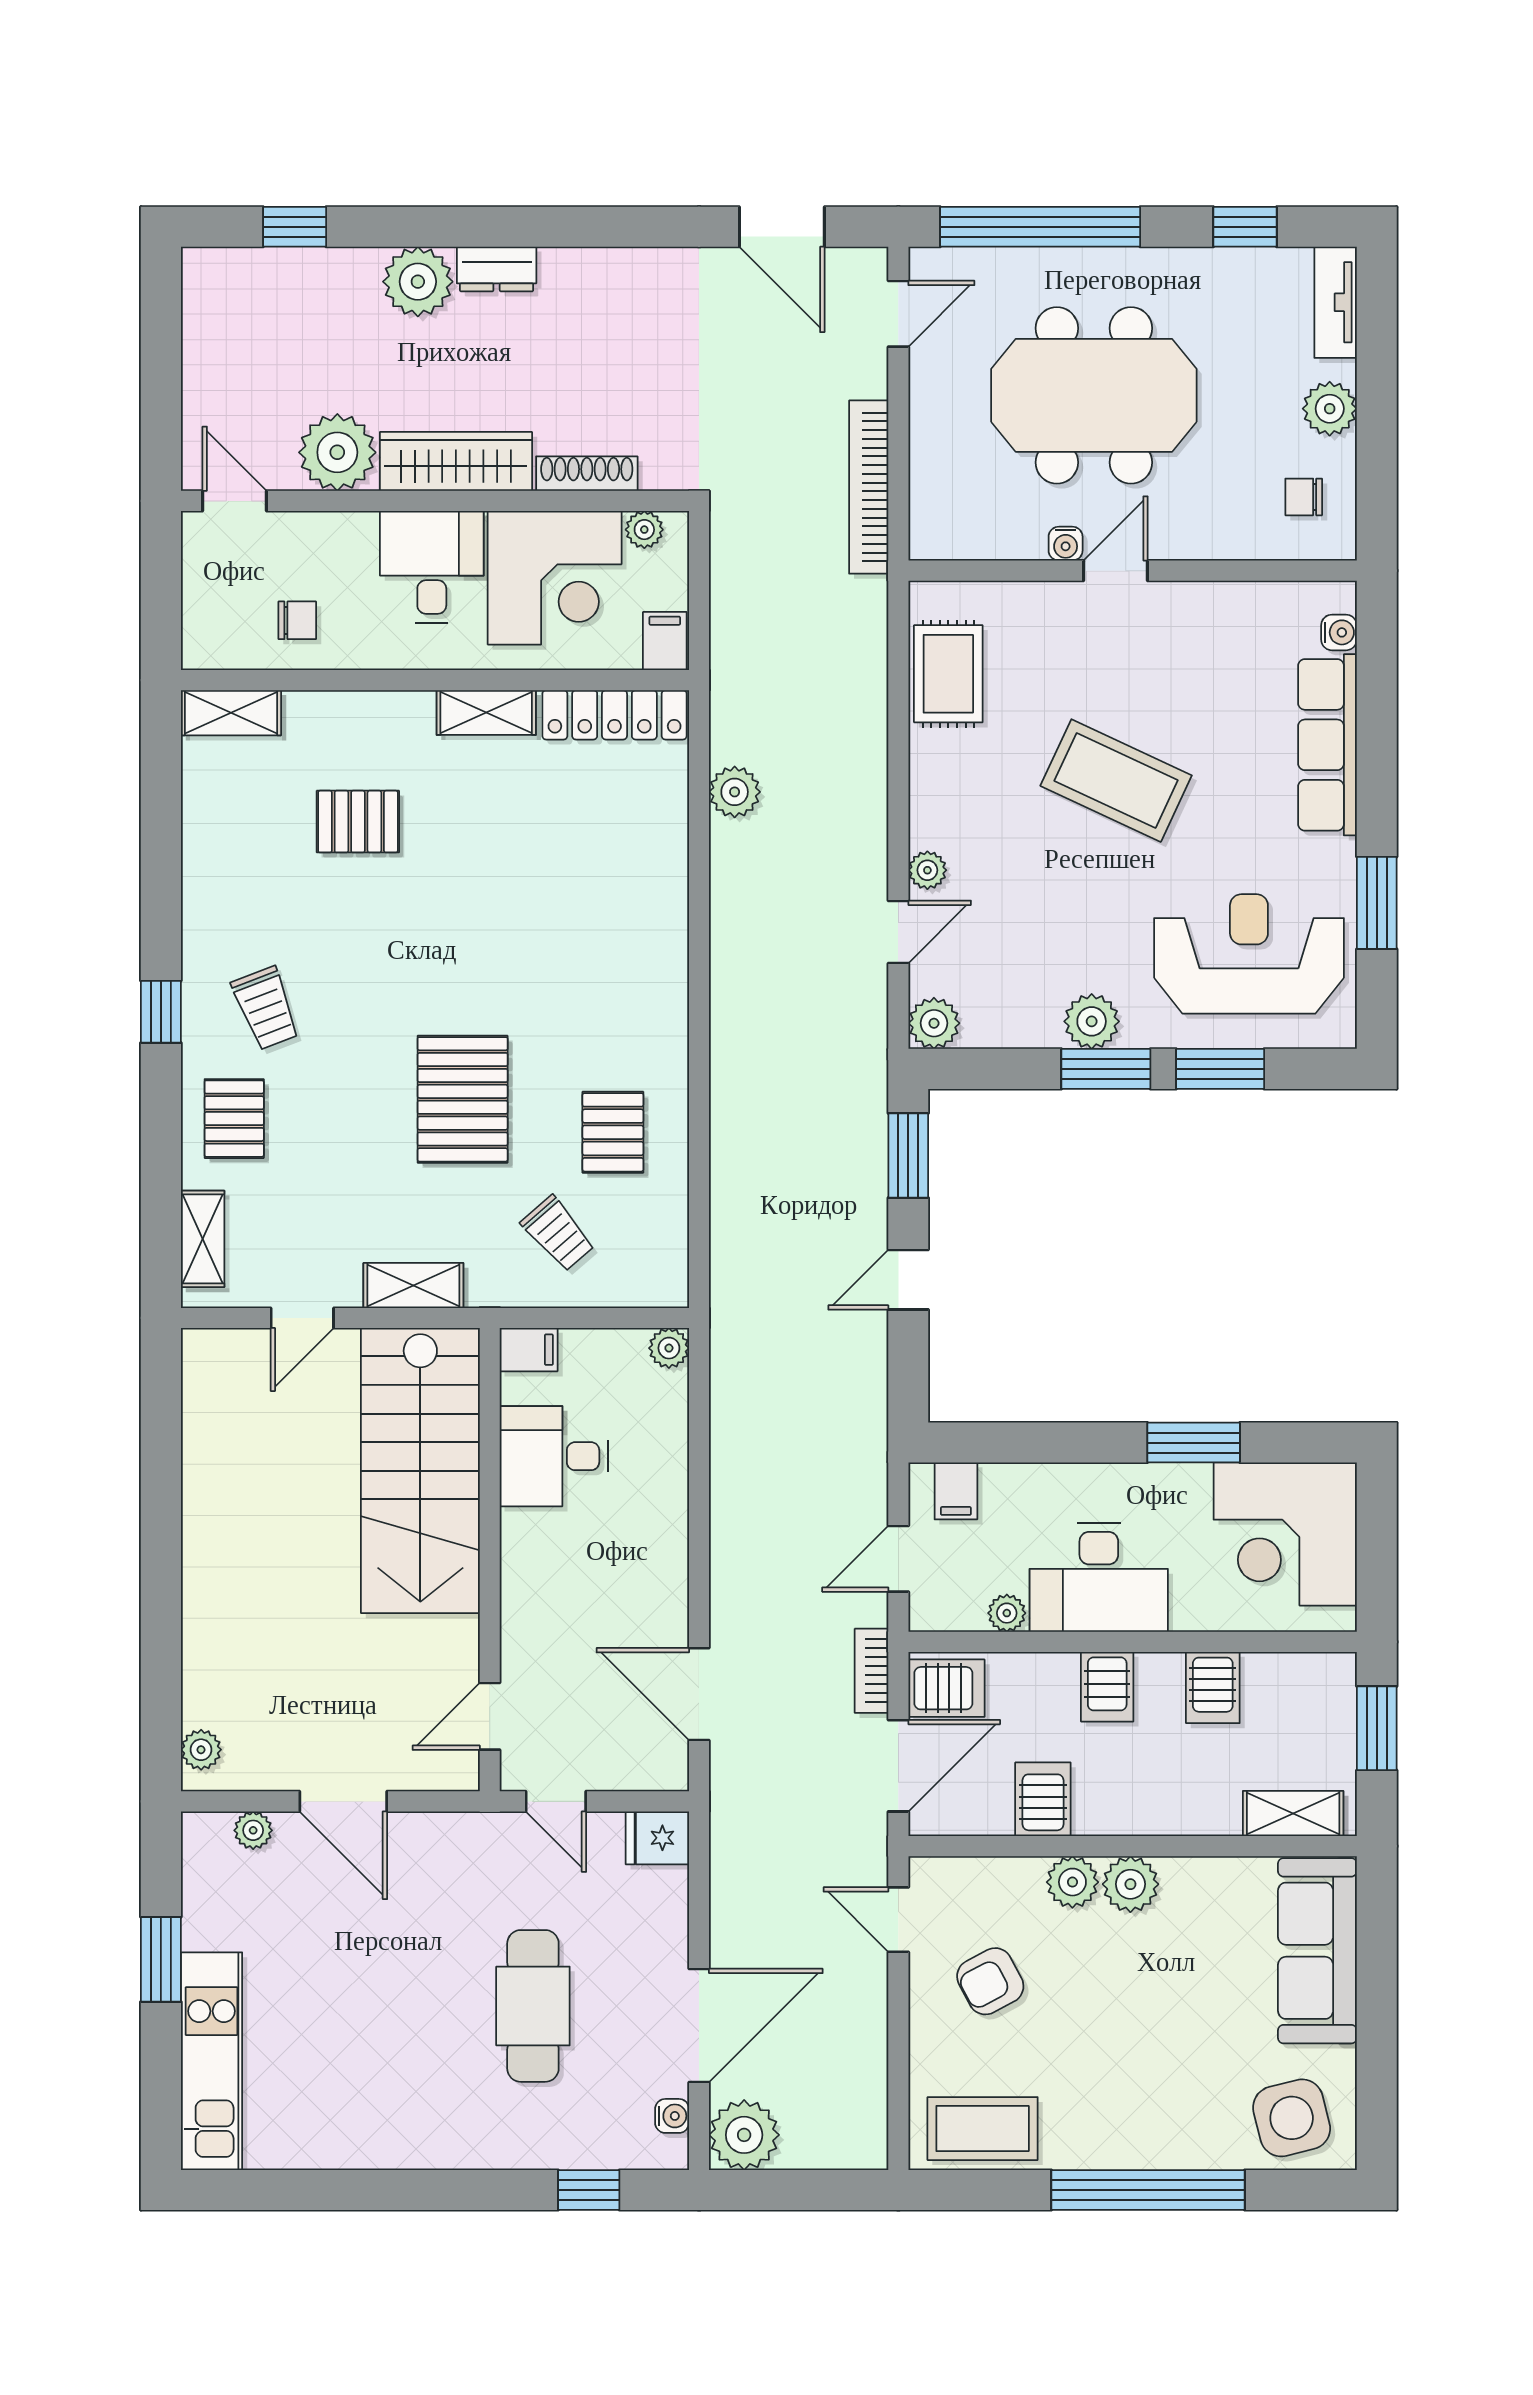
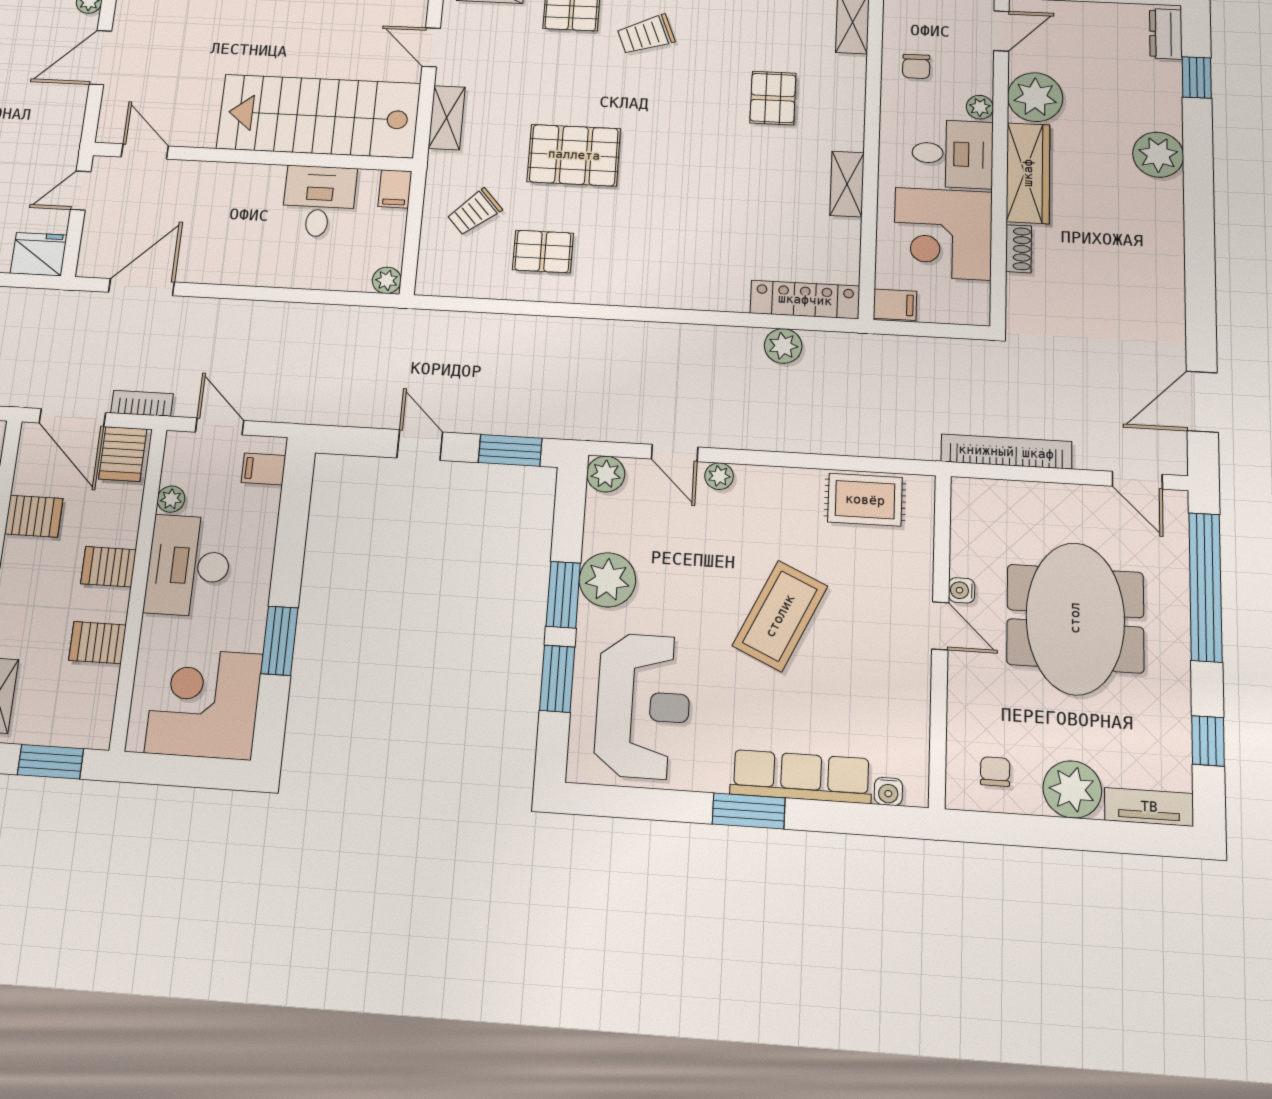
dresser: (497, 269) -> (1166, 34), moved
plant: (1330, 409) -> (1072, 789), width x1.36, depth x1.36
shoe rack: (587, 474) -> (1018, 249), width x0.70
plant: (644, 530) -> (980, 107), moved
locker: (614, 715) -> (805, 300), moved, turned 90
window: (1377, 903) -> (749, 811), moved
plant: (1092, 1021) -> (607, 580), width x1.36, depth x1.36
fridge: (657, 1838) -> (39, 254), width x1.38

